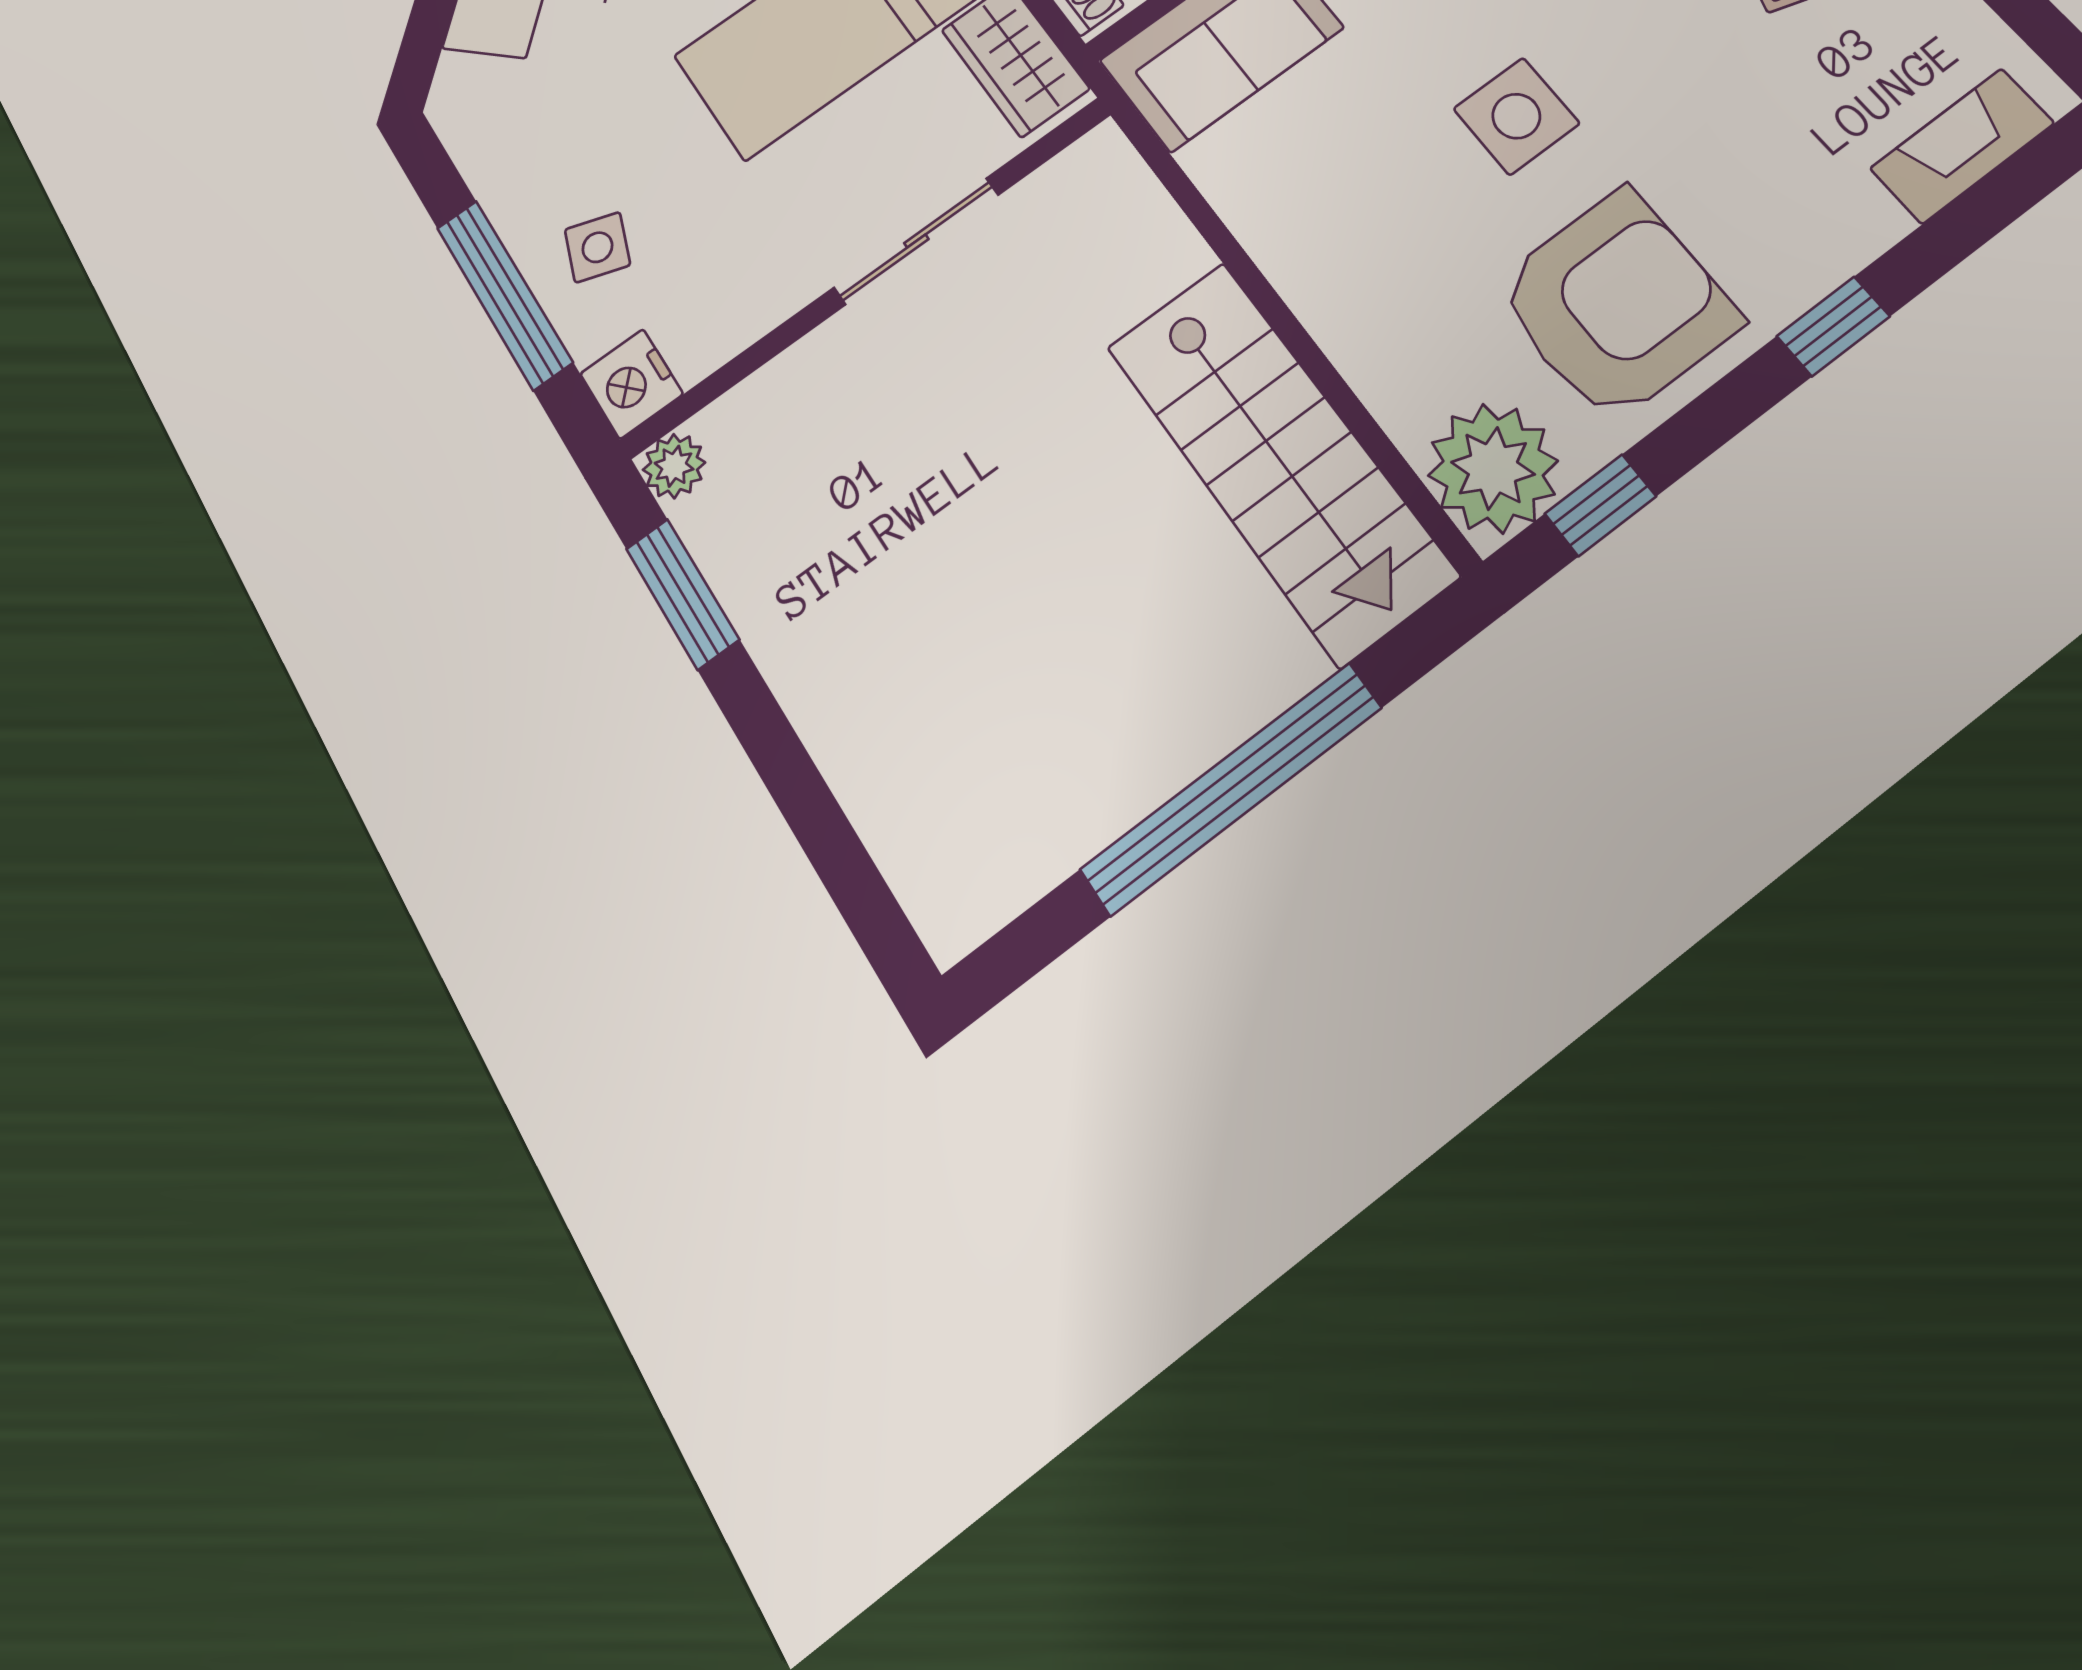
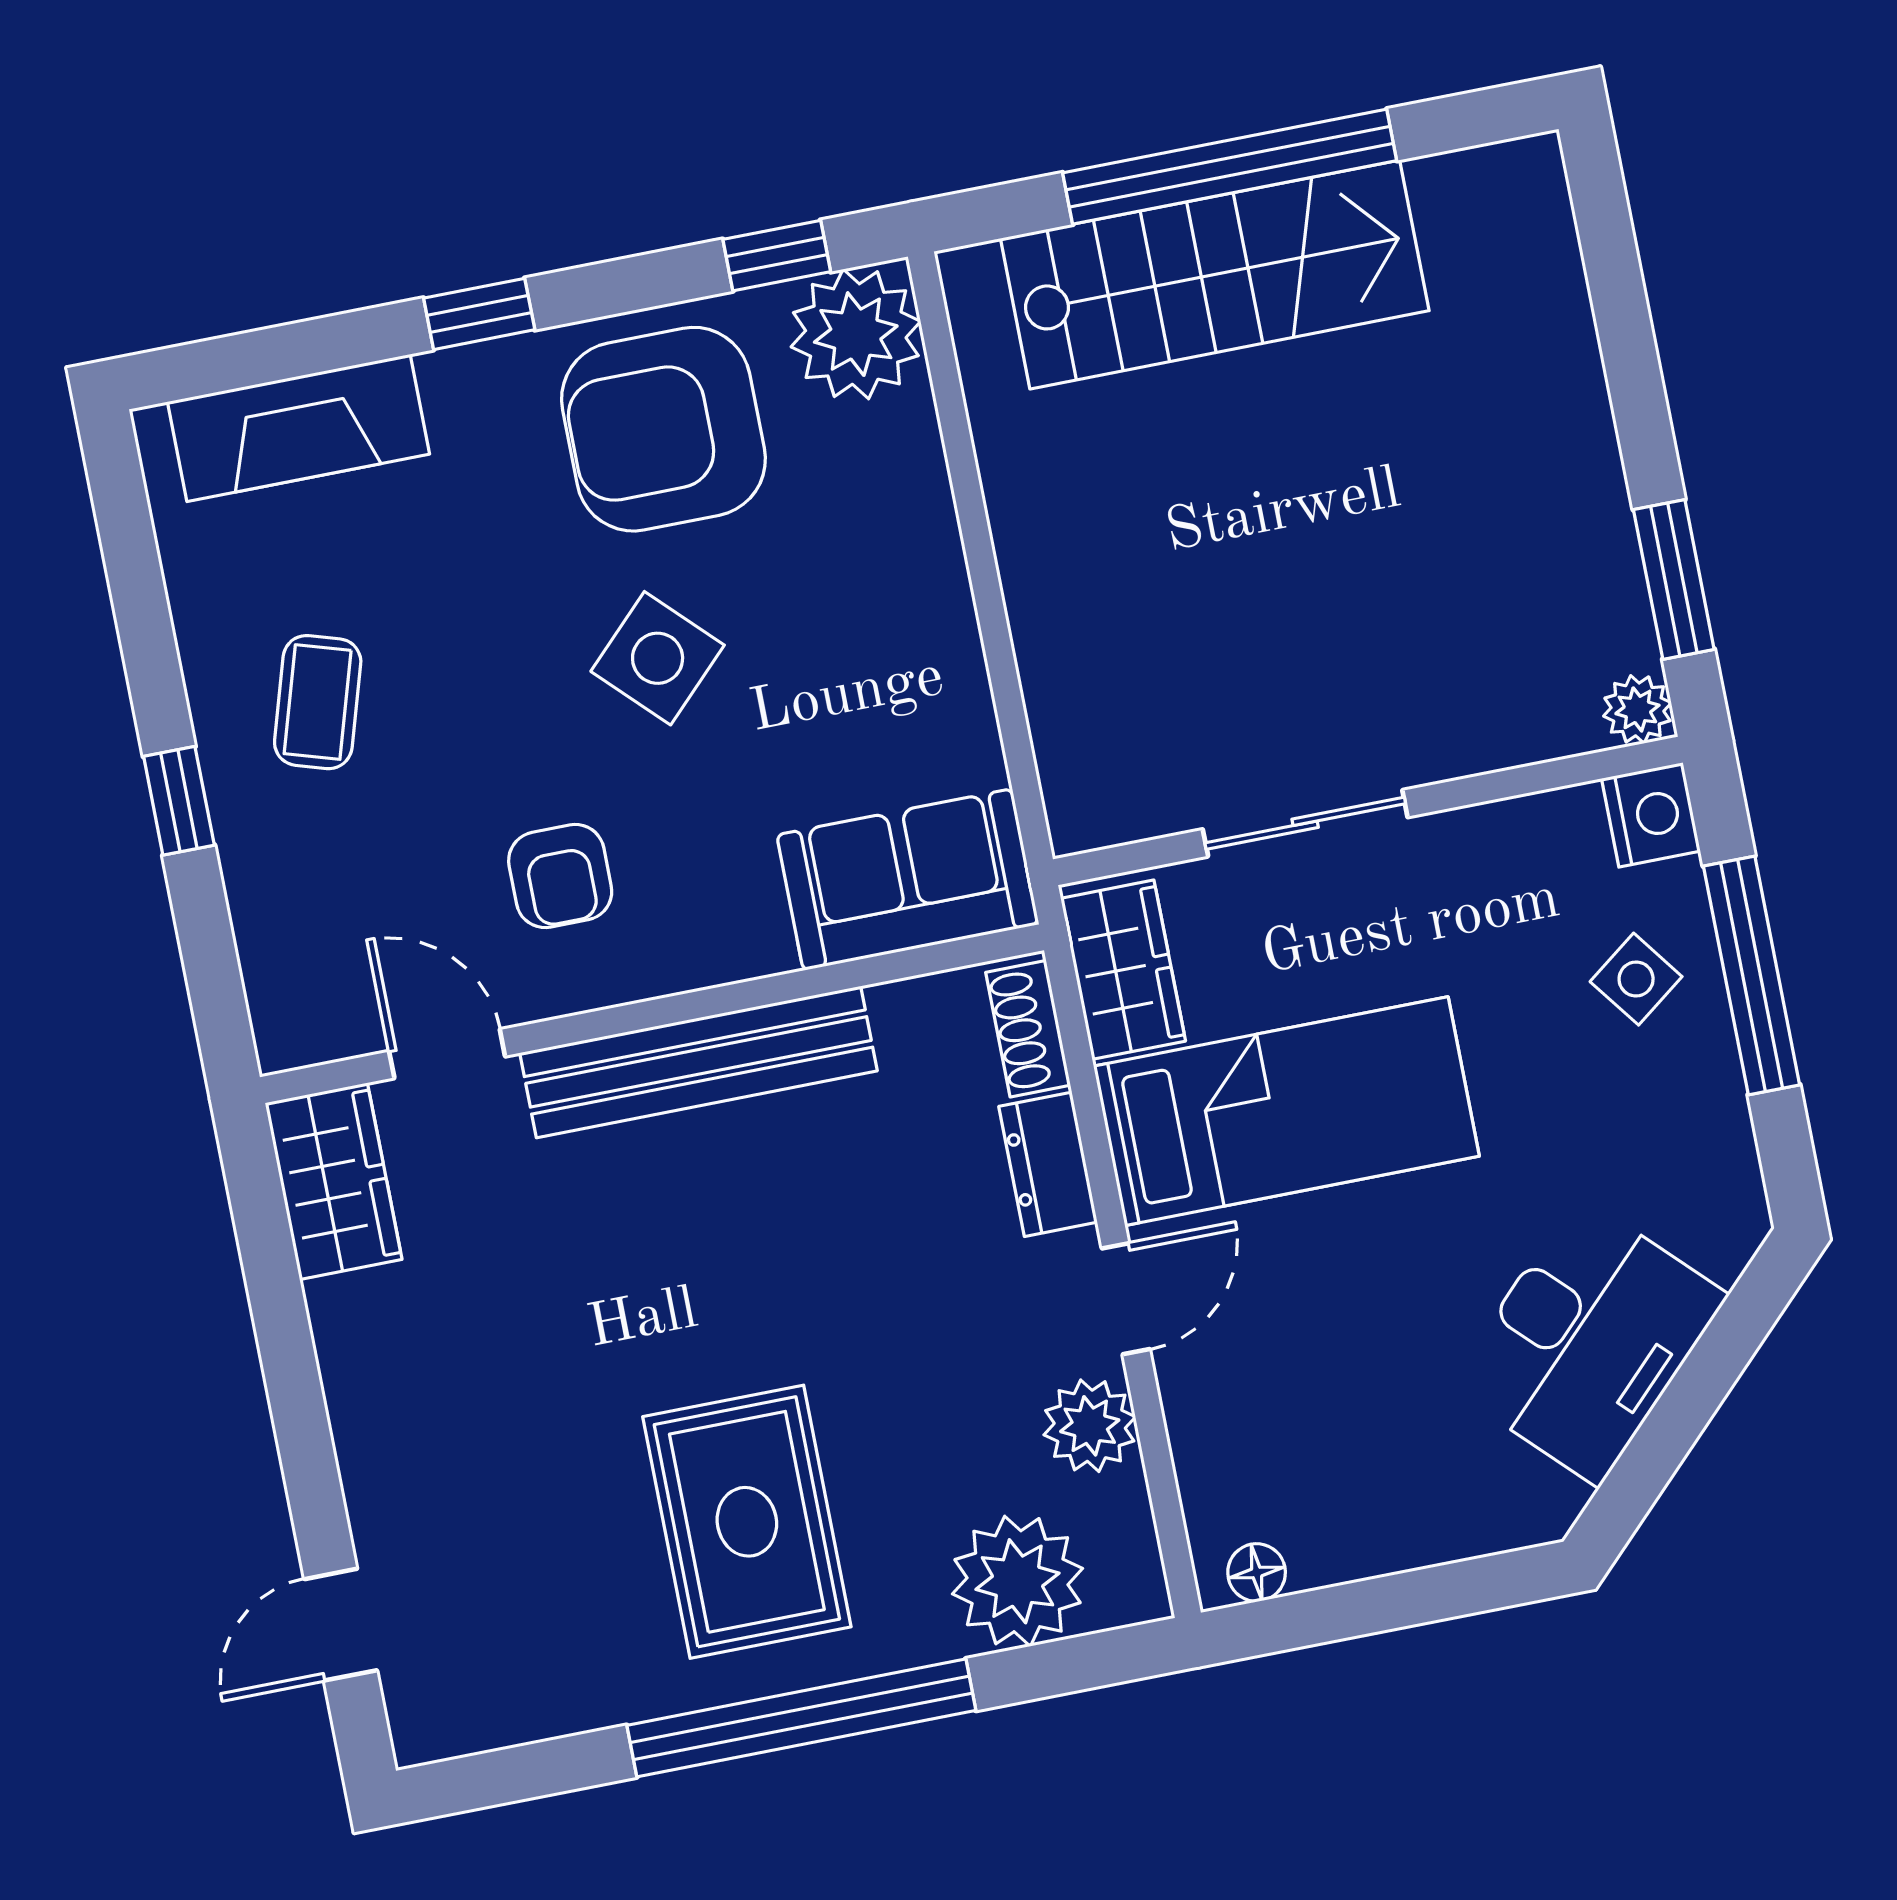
side table: (1516, 116) -> (658, 658), turned 45
fireplace: (1962, 146) -> (298, 428), width x1.37, depth x1.32
side table: (597, 247) -> (1636, 979), turned 34
stairs: (1279, 459) -> (1215, 275), moved, turned 90

